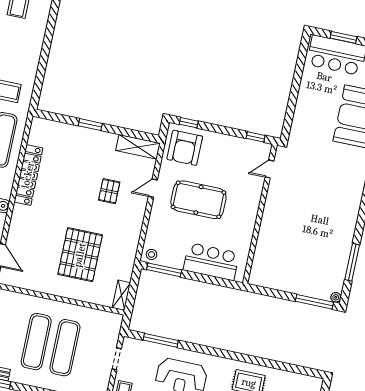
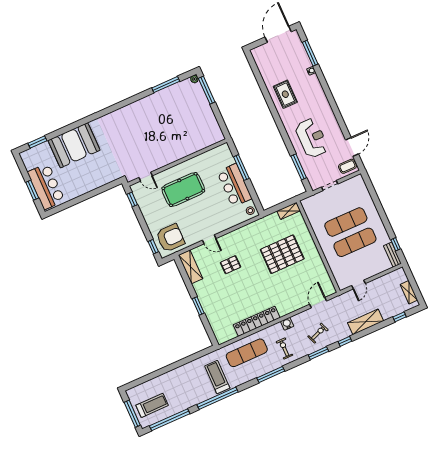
pool table: (198, 200) -> (183, 190), moved, turned 90
bar counter: (211, 262) -> (234, 185), moved
window: (164, 270) -> (241, 168), moved

